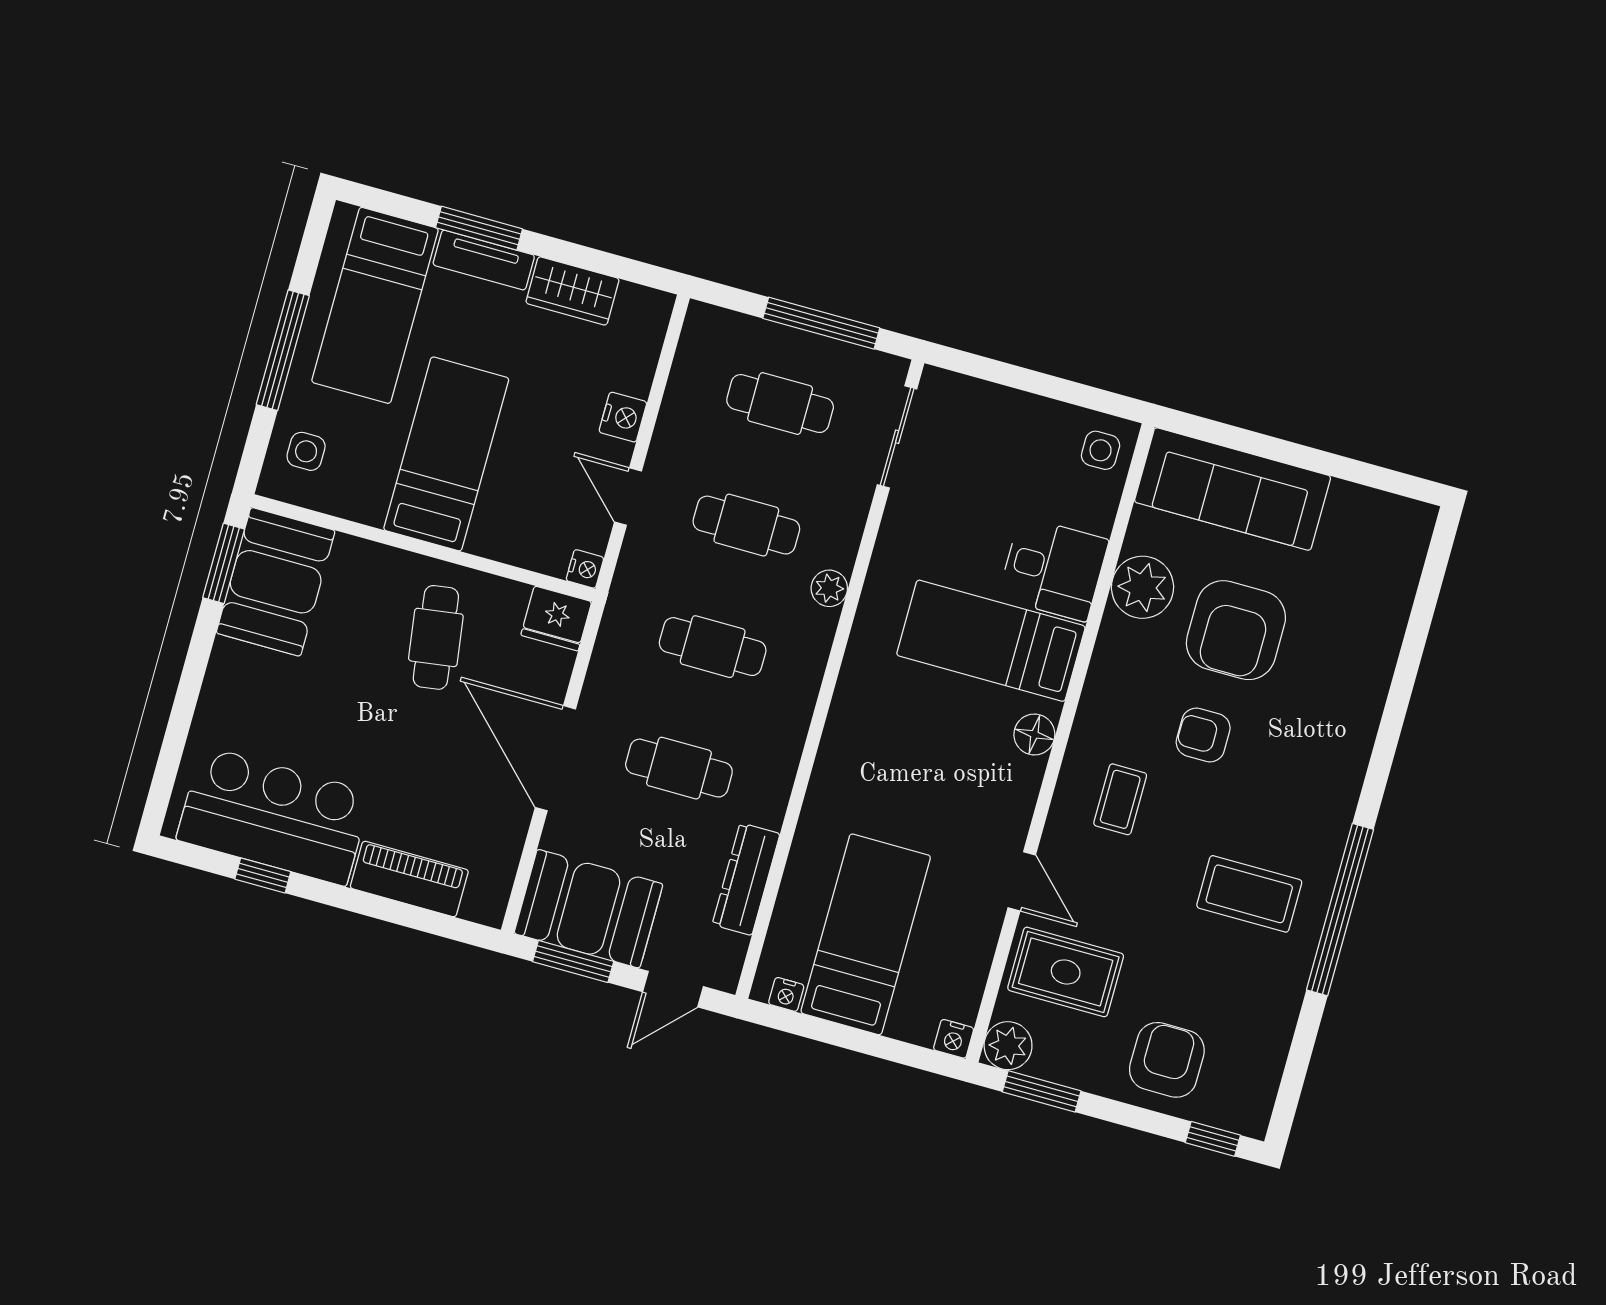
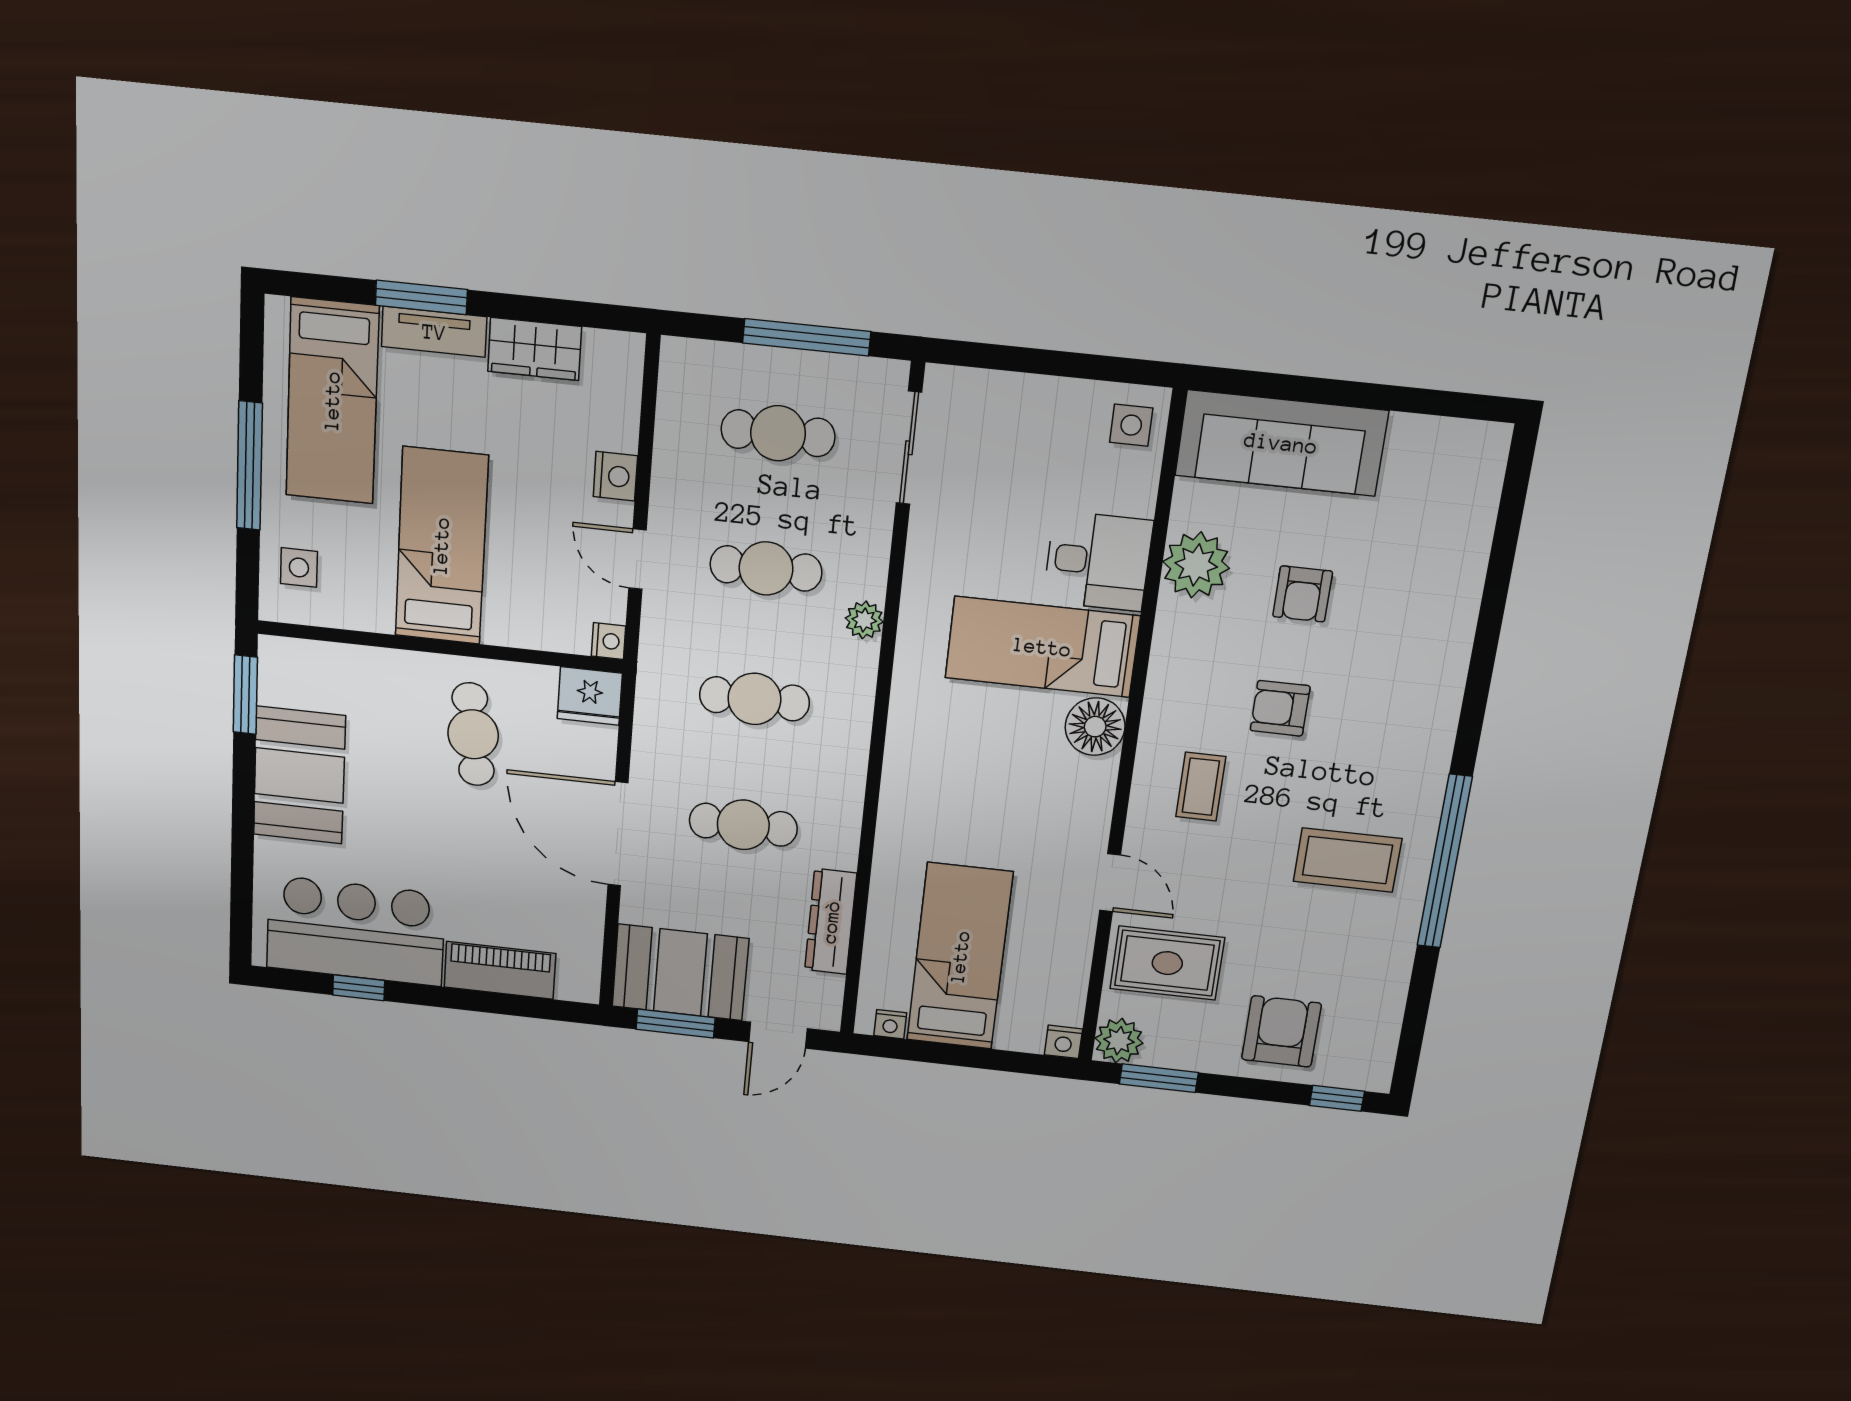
booth: (276, 582) -> (299, 775), moved
armchair: (1236, 630) -> (1303, 594), width x0.53, depth x0.53
floor lamp: (1034, 734) -> (1095, 727), width x1.38, depth x1.38

